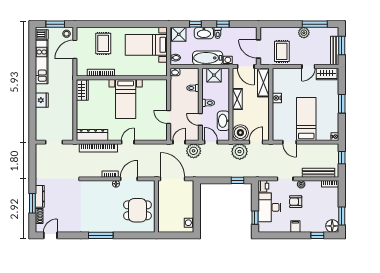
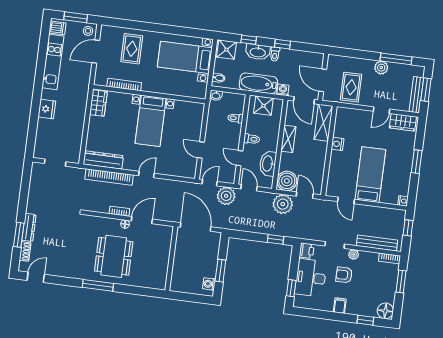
door: (256, 142) -> (305, 195), hinge flipped
dining table: (137, 210) -> (114, 256), moved, width x1.38
window: (197, 211) -> (220, 271), added
window: (342, 216) -> (401, 282), moved

